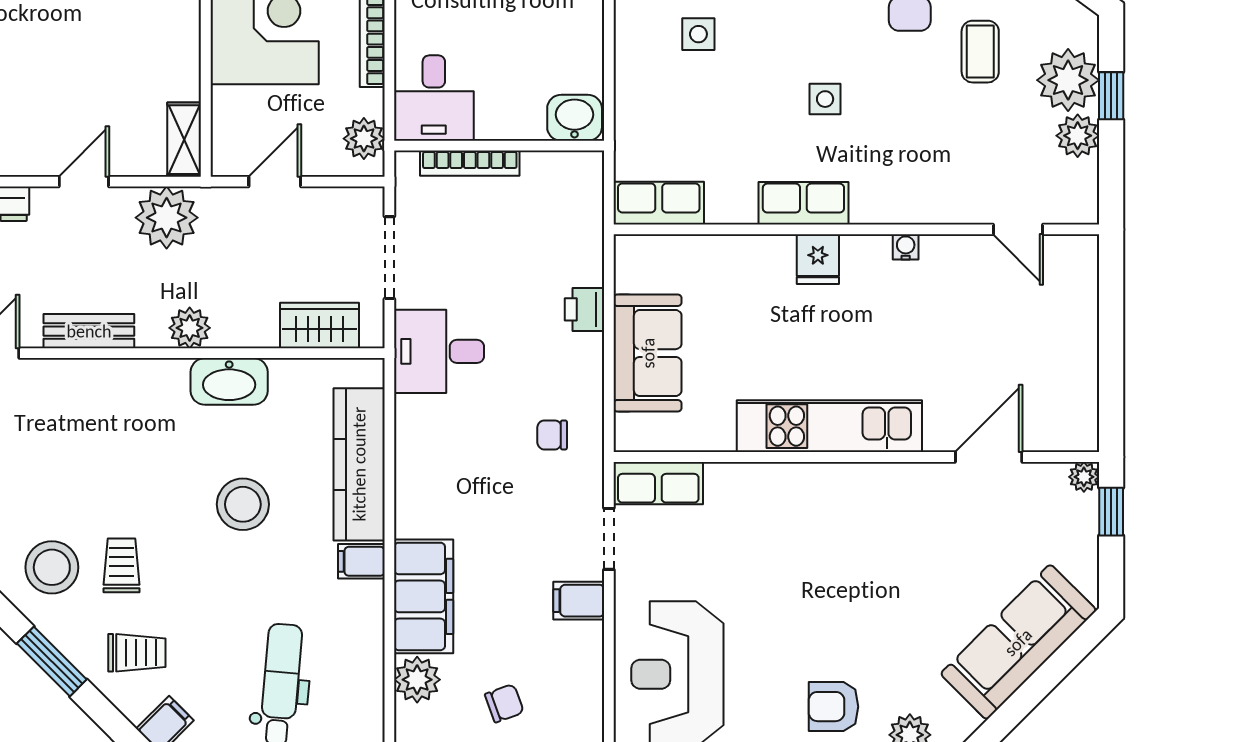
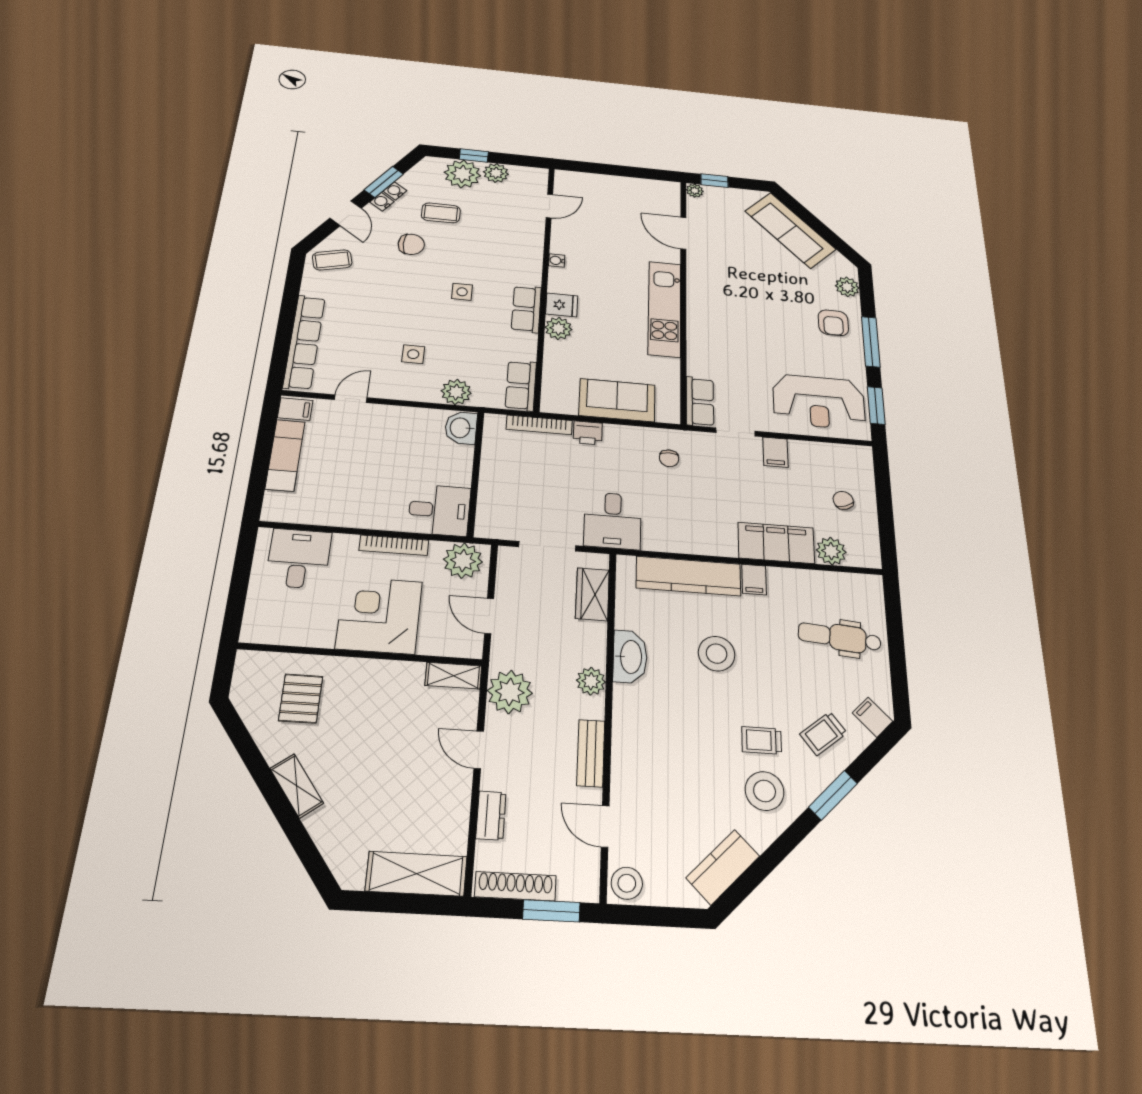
plant: (637, 105) -> (456, 392), added
plant: (364, 139) -> (463, 561), width x1.36, depth x1.36
bookcase: (470, 163) -> (539, 425), moved, turned 90
plant: (772, 256) -> (558, 328), added
trolley: (137, 653) -> (823, 733), turned -128

